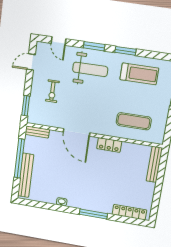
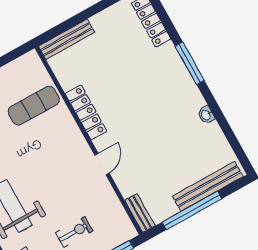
exercise mat: (134, 121) -> (34, 106), turned 90
door: (77, 132) -> (102, 164), width x0.53
locker: (109, 145) -> (86, 112), width x1.53

